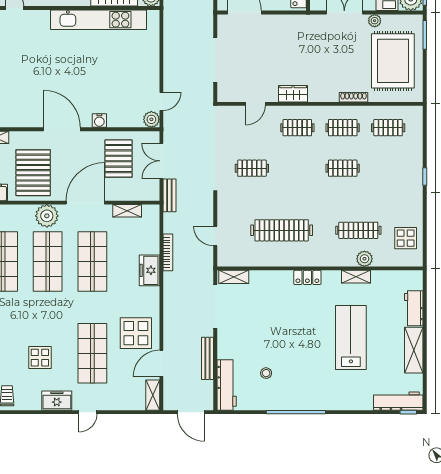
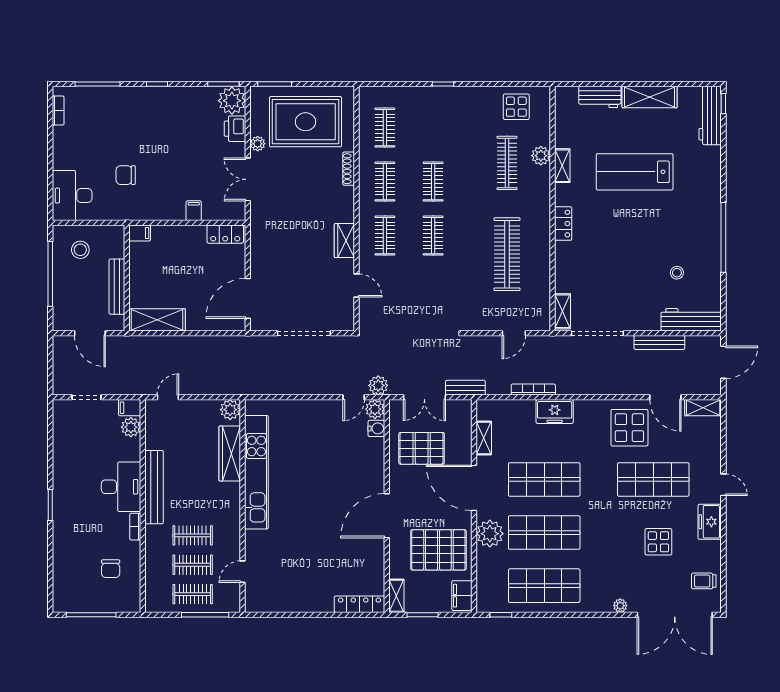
door: (161, 101) -> (354, 397), swing flipped
water cooler: (99, 121) -> (376, 428), moved
plant: (171, 122) -> (378, 385), added
clothes rail: (252, 168) -> (433, 236), moved

